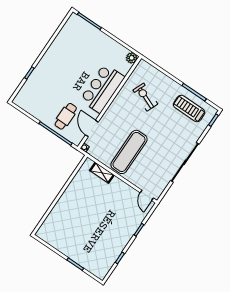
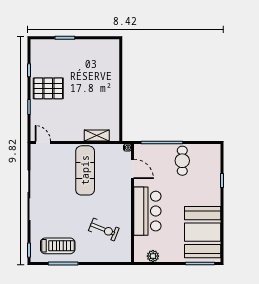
booth: (71, 44) -> (203, 232), added
plant: (132, 58) -> (153, 256), moved
cafe table: (66, 116) -> (182, 161), moved
pallet: (114, 234) -> (48, 88), added

